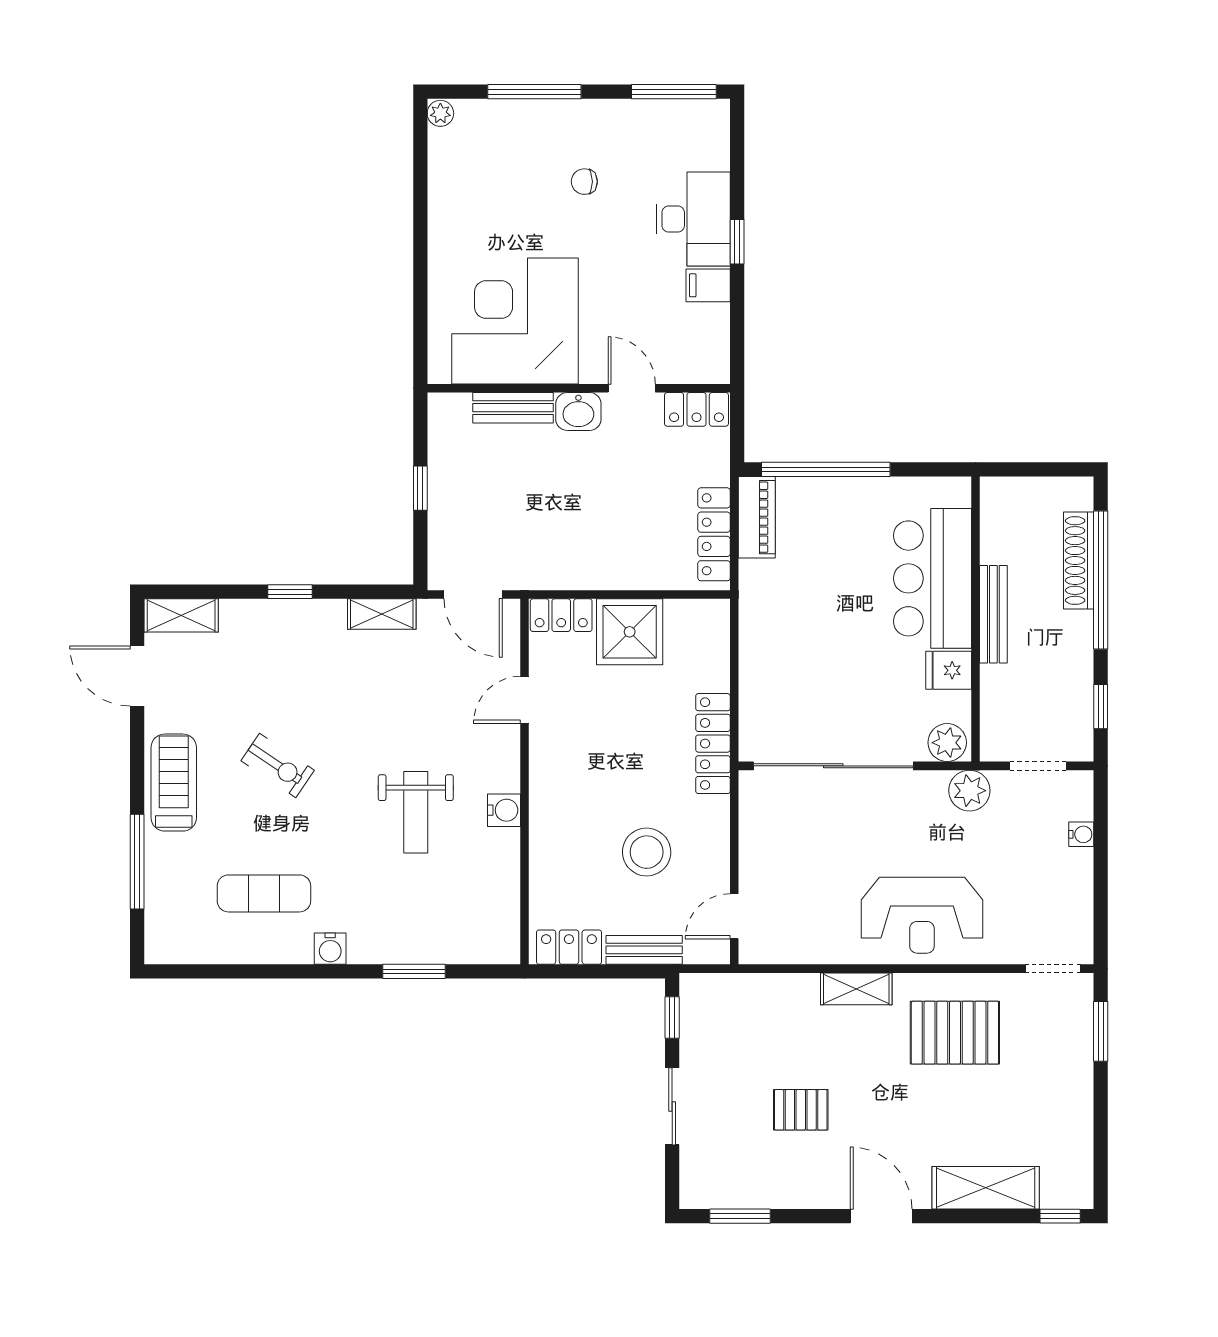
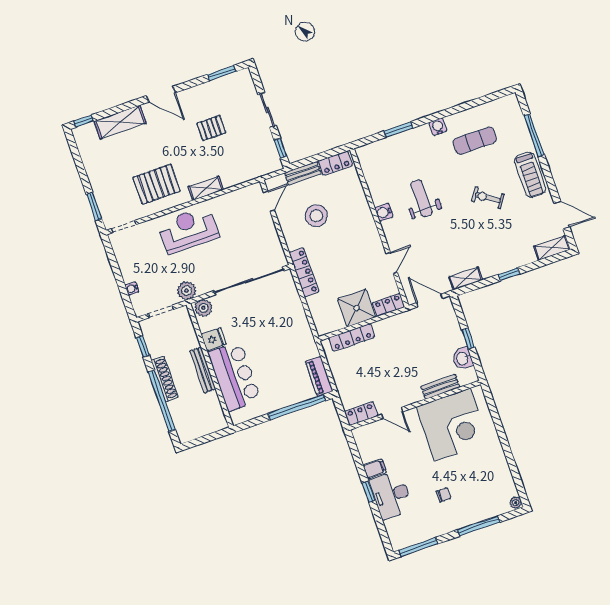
washbasin: (578, 411) -> (463, 358), moved, turned -90
locker: (714, 534) -> (352, 337), moved, turned 90
shoe rack: (1079, 561) -> (165, 379), moved

